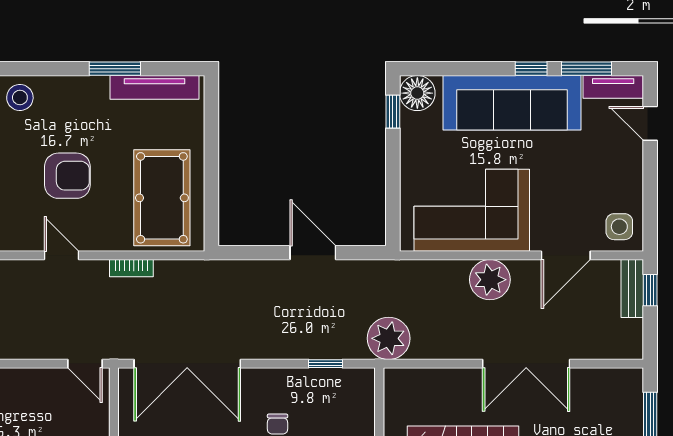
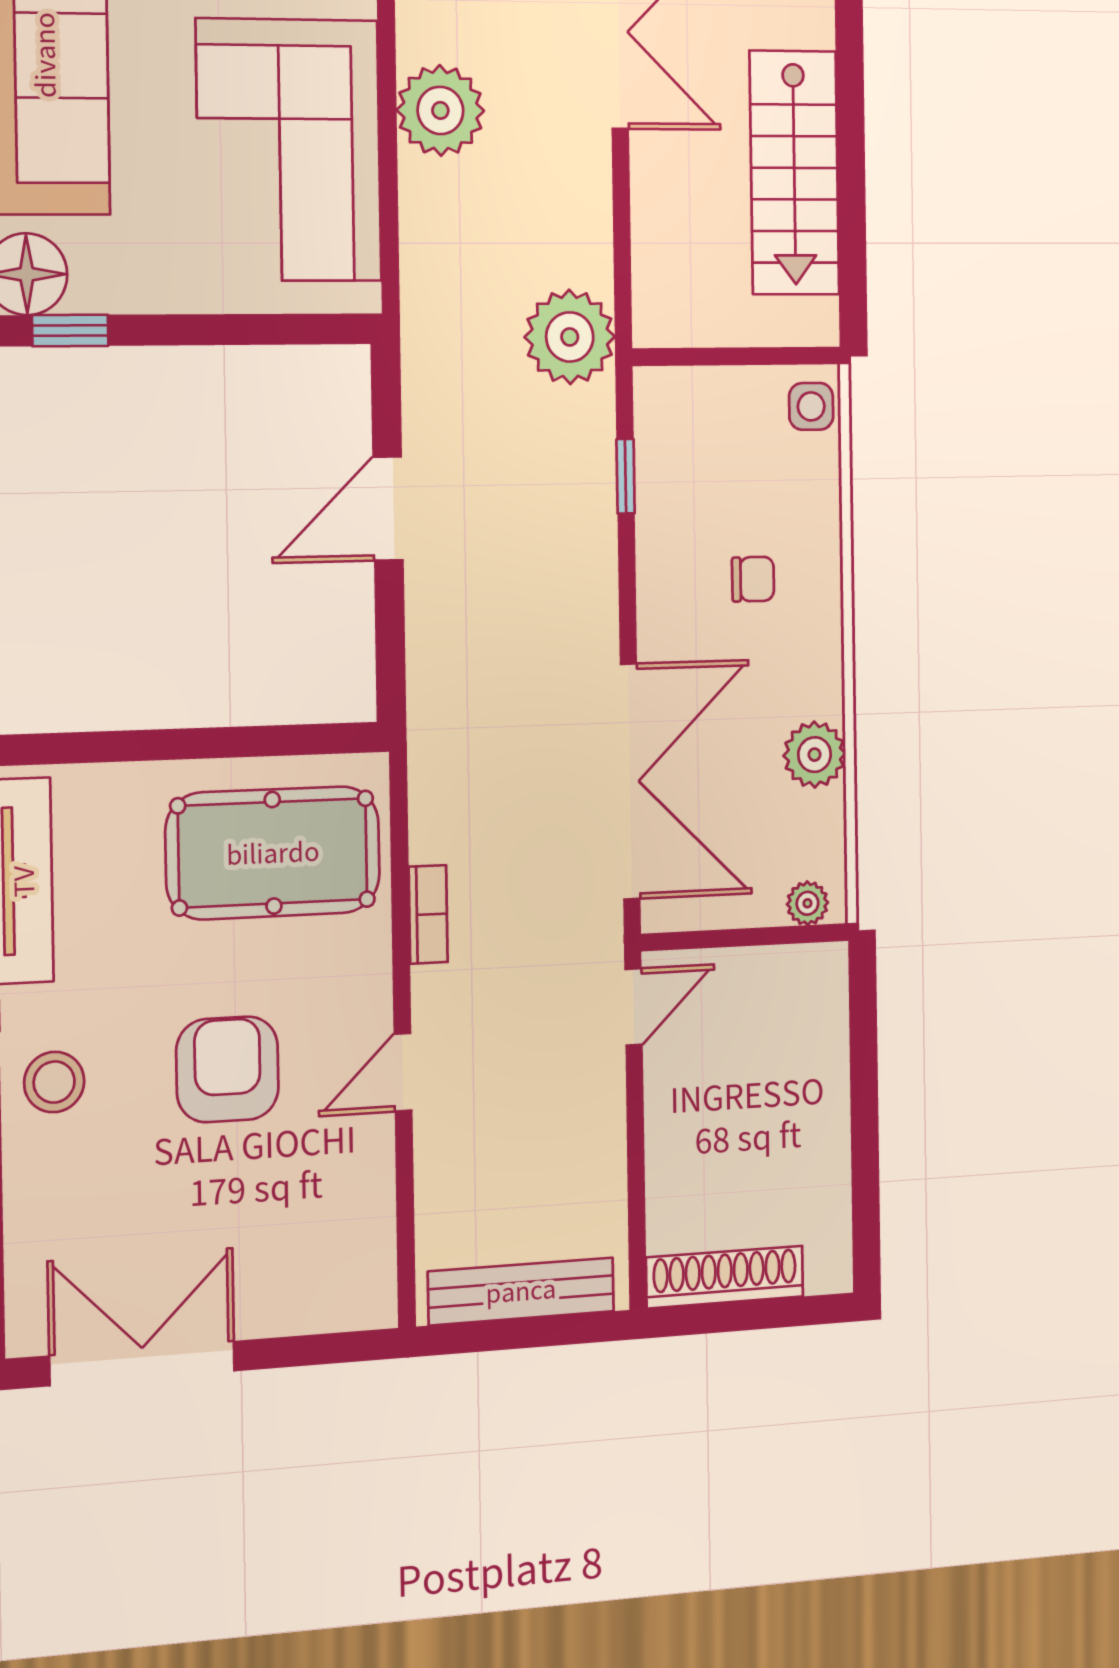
stool: (20, 97) -> (54, 1082), moved

